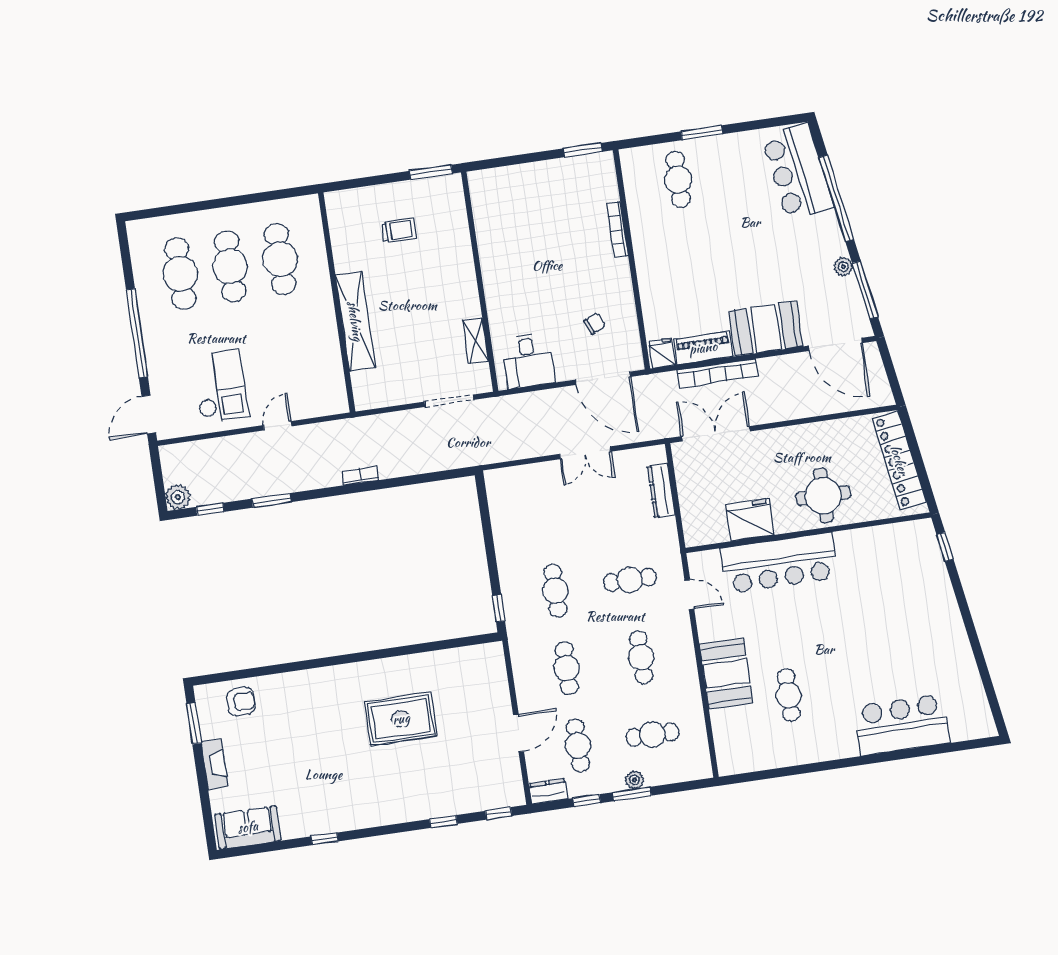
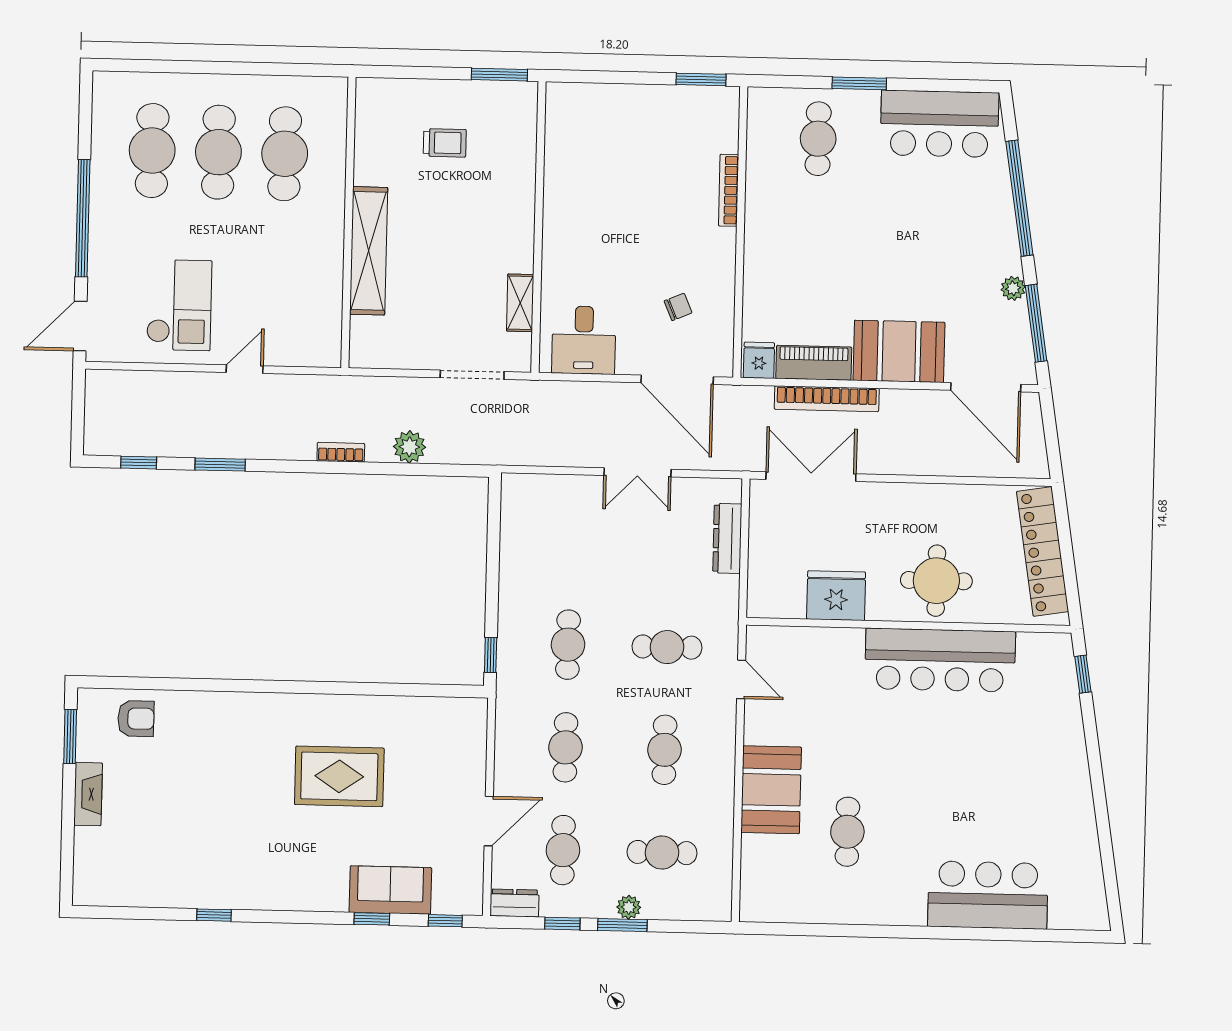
bar counter: (798, 172) -> (940, 124), moved, turned -81
plant: (178, 497) -> (409, 447), moved
bar counter: (779, 563) -> (940, 660), moved
sofa: (248, 827) -> (390, 890), moved

